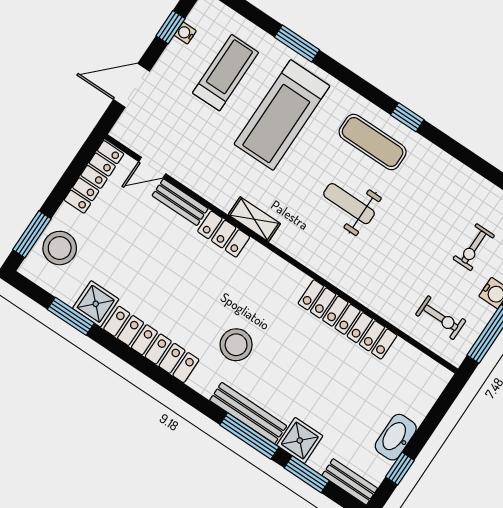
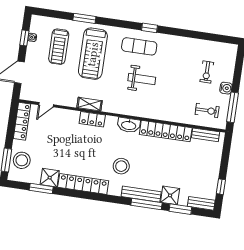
treadmill: (226, 73) -> (59, 47), turned 180
bench: (180, 202) -> (206, 135), moved
weight bench: (349, 204) -> (142, 79), turned 180
shelving: (254, 219) -> (90, 104), moved
washbasin: (396, 437) -> (129, 125), moved, turned -90

